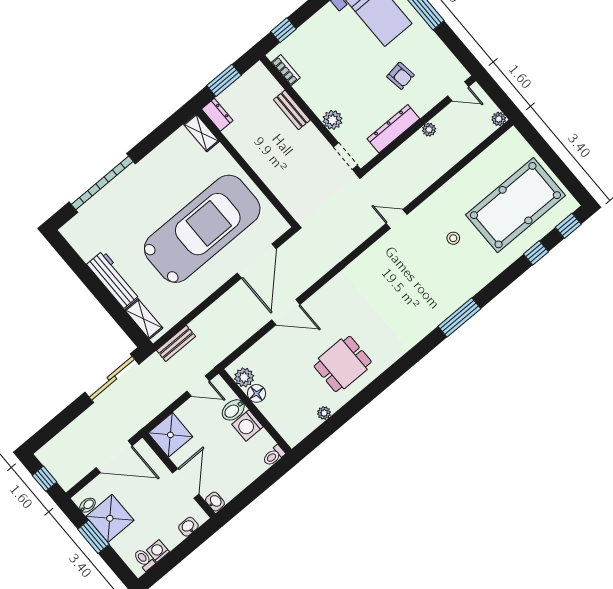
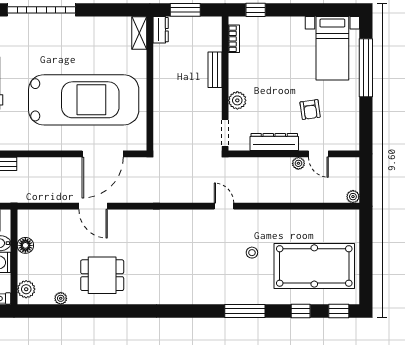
door: (458, 91) -> (318, 154), moved
window: (459, 317) -> (245, 311), moved
plant: (244, 377) -> (26, 289), moved

